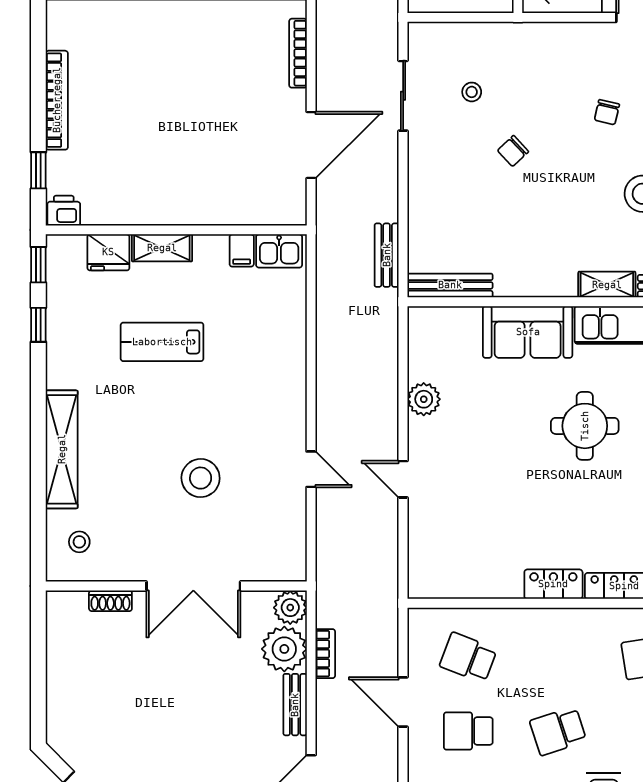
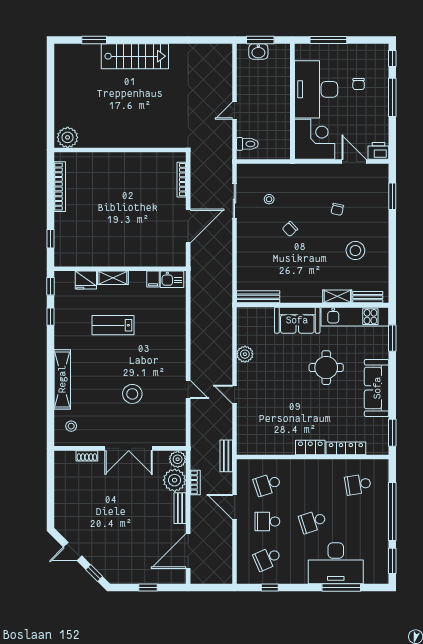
bookcase: (57, 100) -> (60, 187), moved
printer: (64, 211) -> (63, 259), removed
bench: (387, 255) -> (226, 456), moved
school desk: (468, 658) -> (267, 484), turned -39

